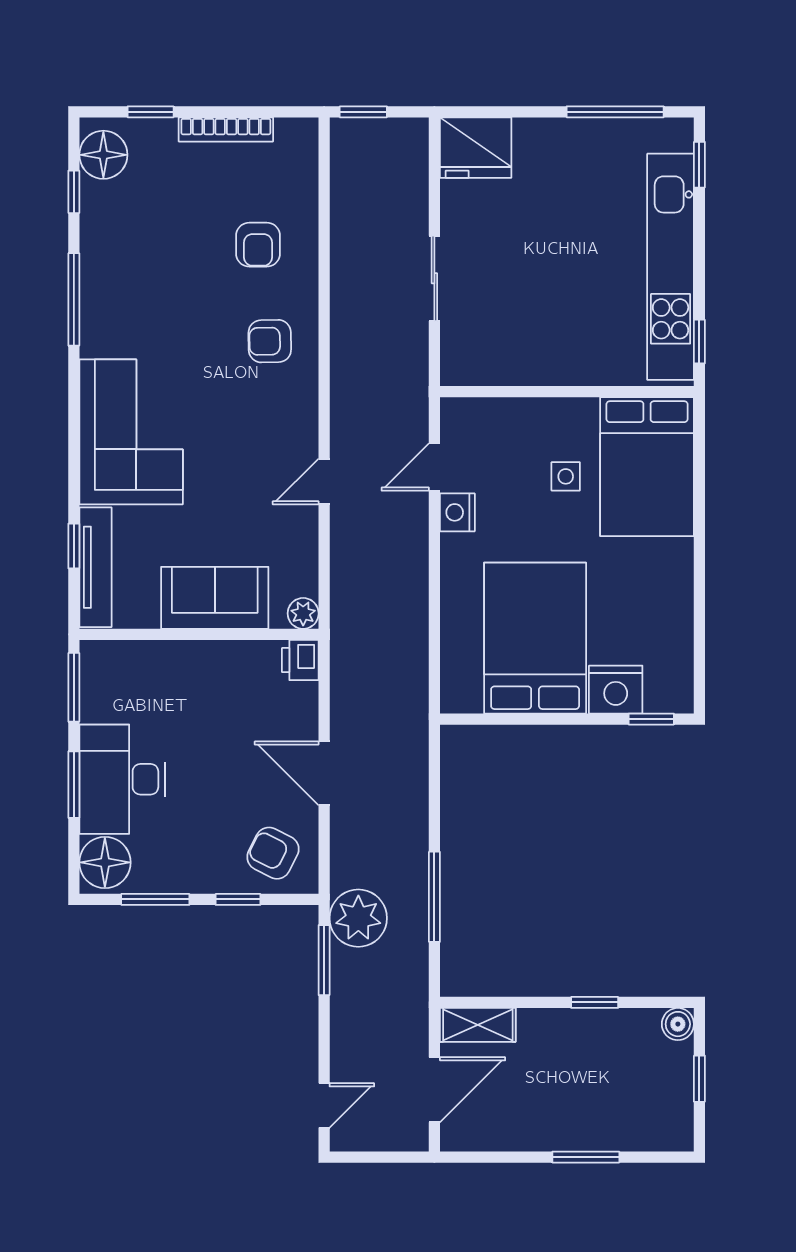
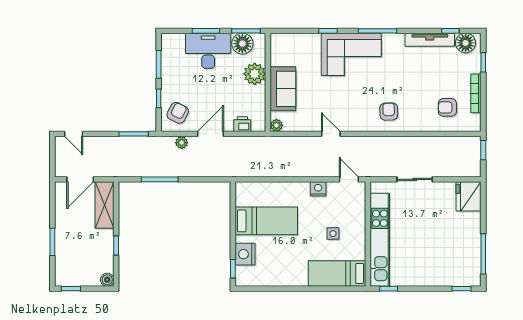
armchair: (258, 245) -> (447, 107), moved
kitchen unit: (671, 267) -> (380, 240), moved, turned 90
window: (74, 299) -> (377, 31), moved
door: (434, 467) -> (349, 179), moved
bed: (647, 467) -> (337, 274), width x0.67
window: (74, 546) -> (328, 31), moved
tv unit: (96, 567) -> (430, 40), moved
bed: (535, 638) -> (266, 221), width x0.67
printer: (300, 660) -> (242, 124), moved
plant: (178, 667) -> (255, 74), added
floor lamp: (105, 862) -> (242, 44), moved
plant: (358, 918) -> (182, 143), moved, width x0.53, depth x0.53
shelving: (478, 1025) -> (104, 205), width x1.50, depth x1.33
window: (699, 1079) -> (71, 289), moved
door: (434, 1090) -> (80, 179), hinge flipped

